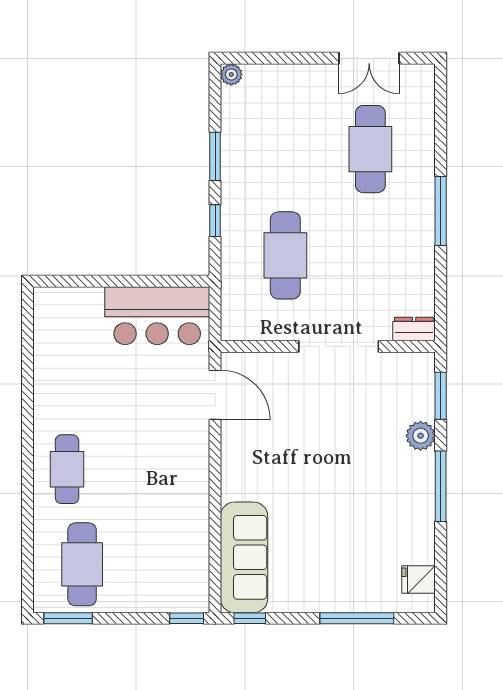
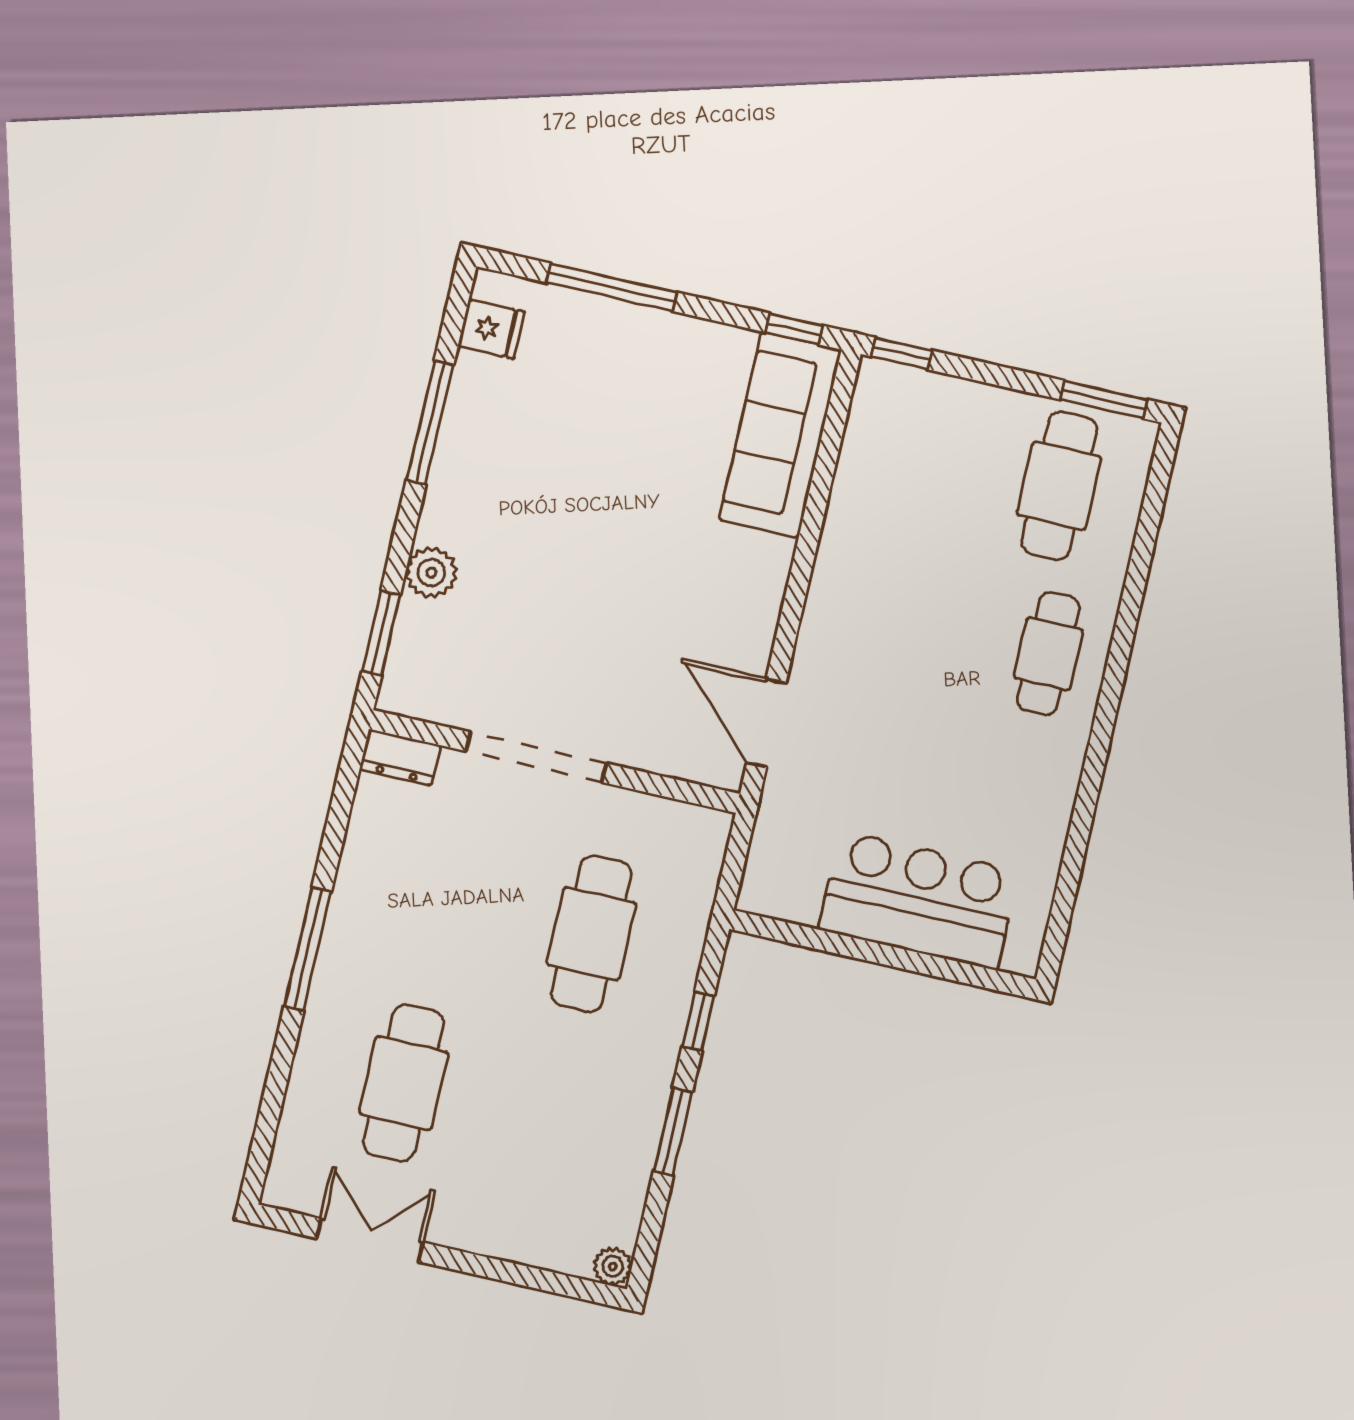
bar counter: (157, 316) -> (919, 900), moved
window: (441, 486) -> (430, 422), moved

